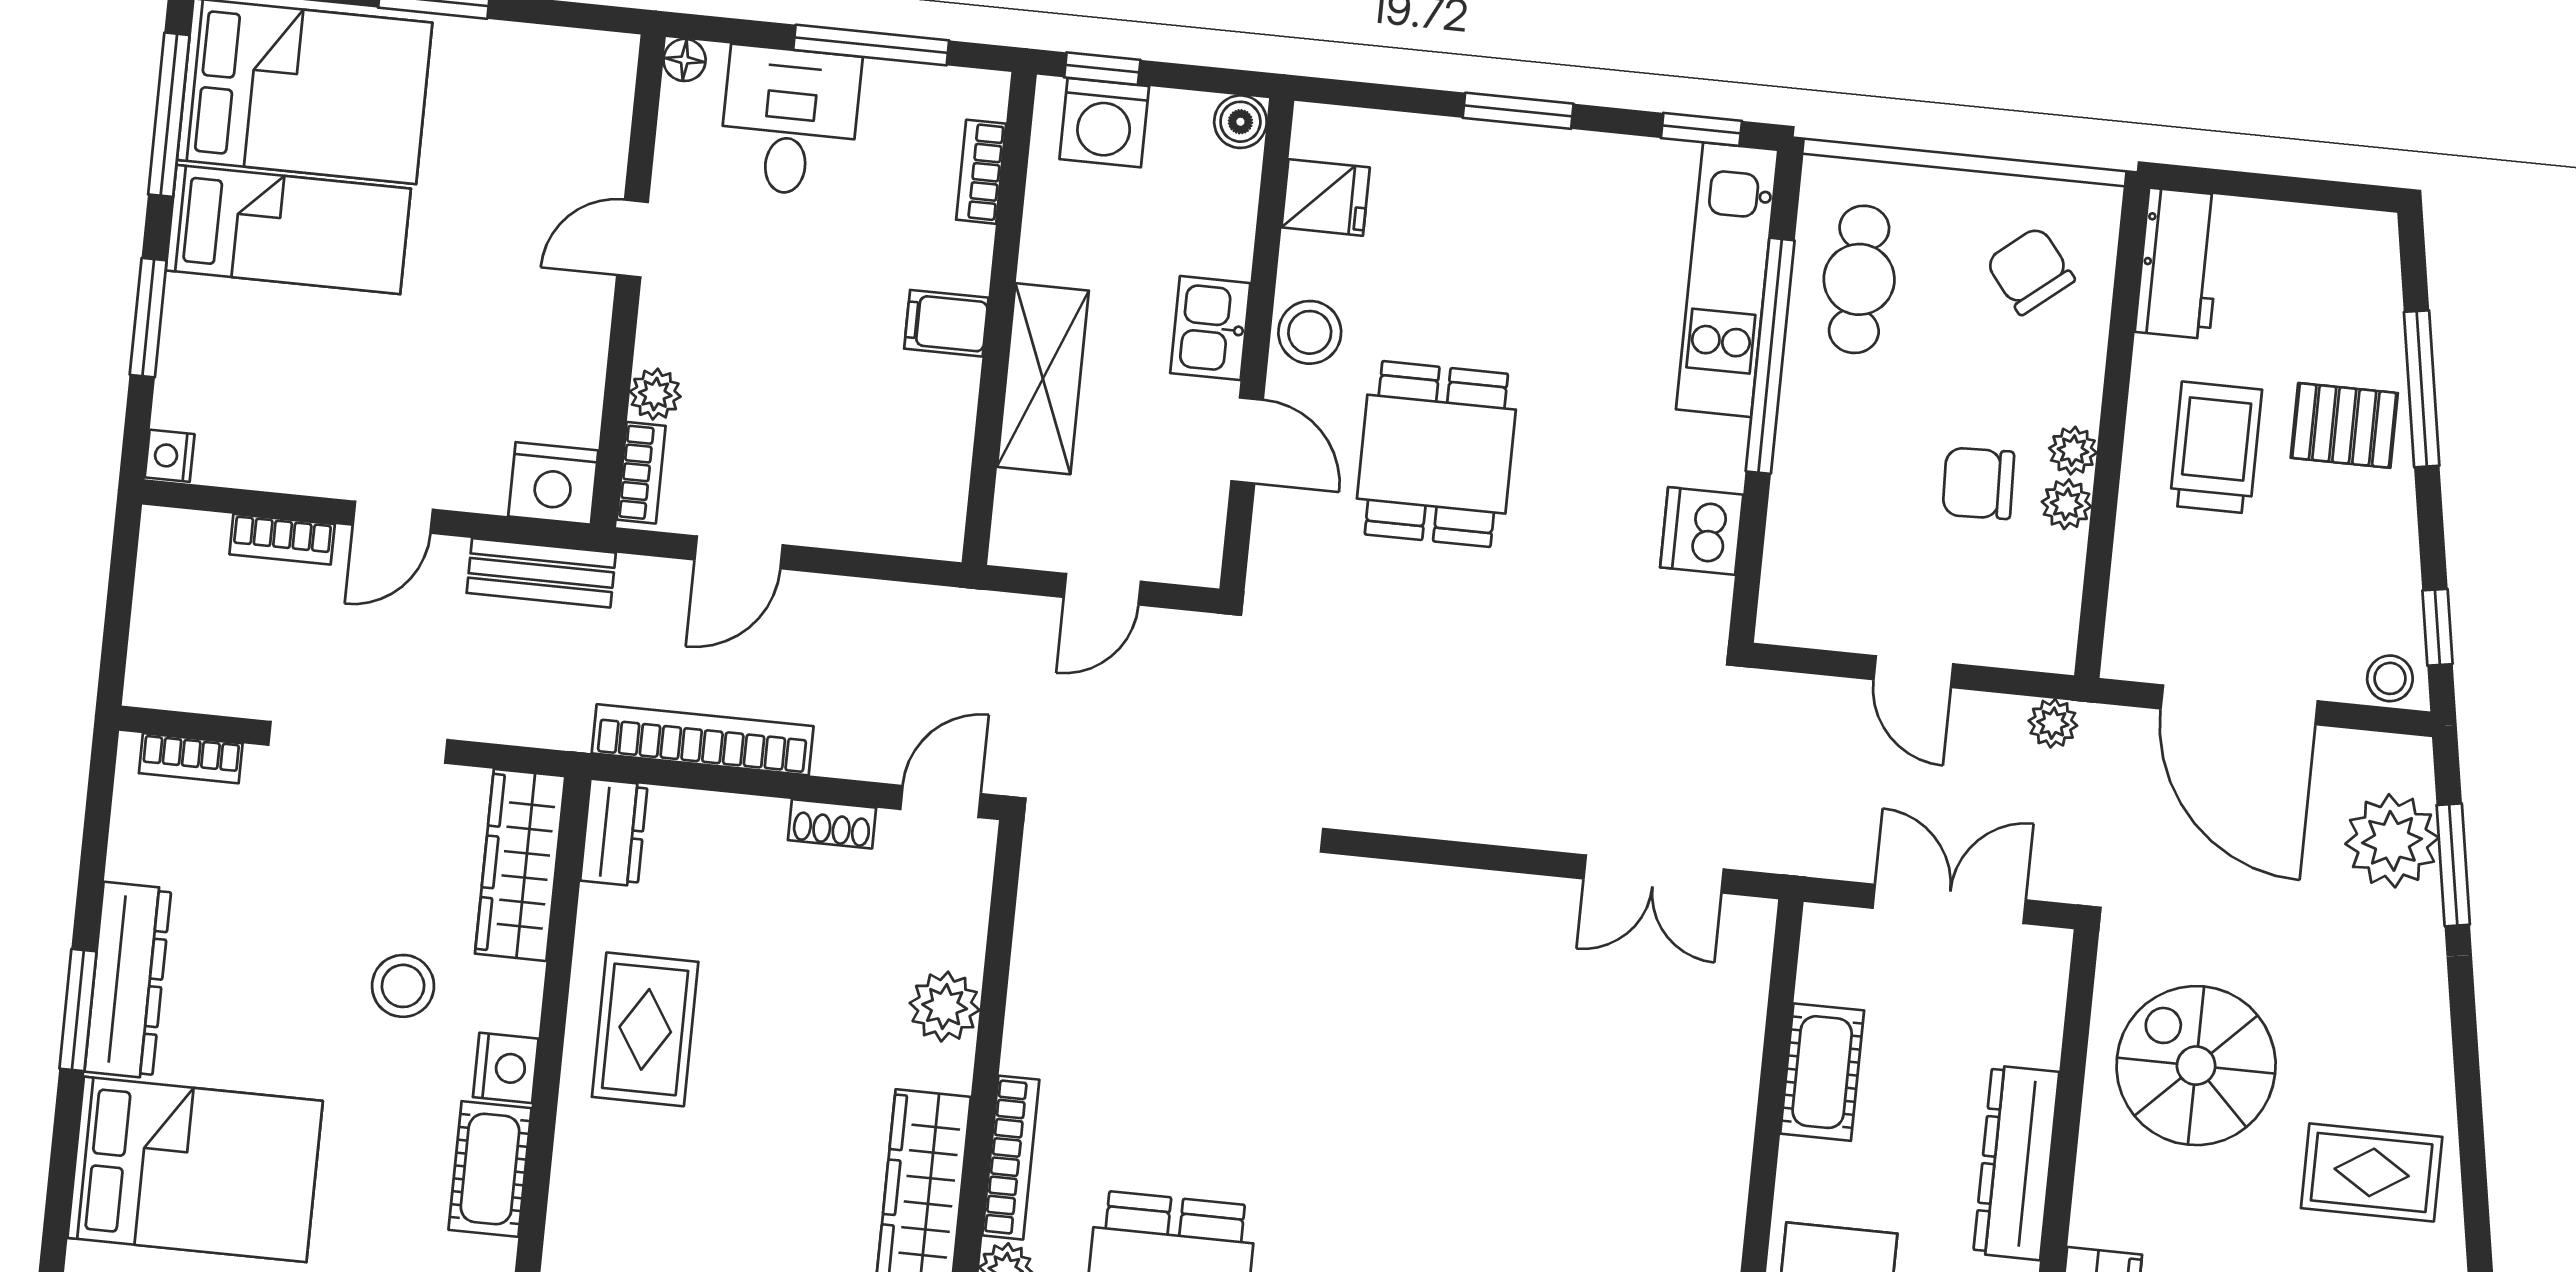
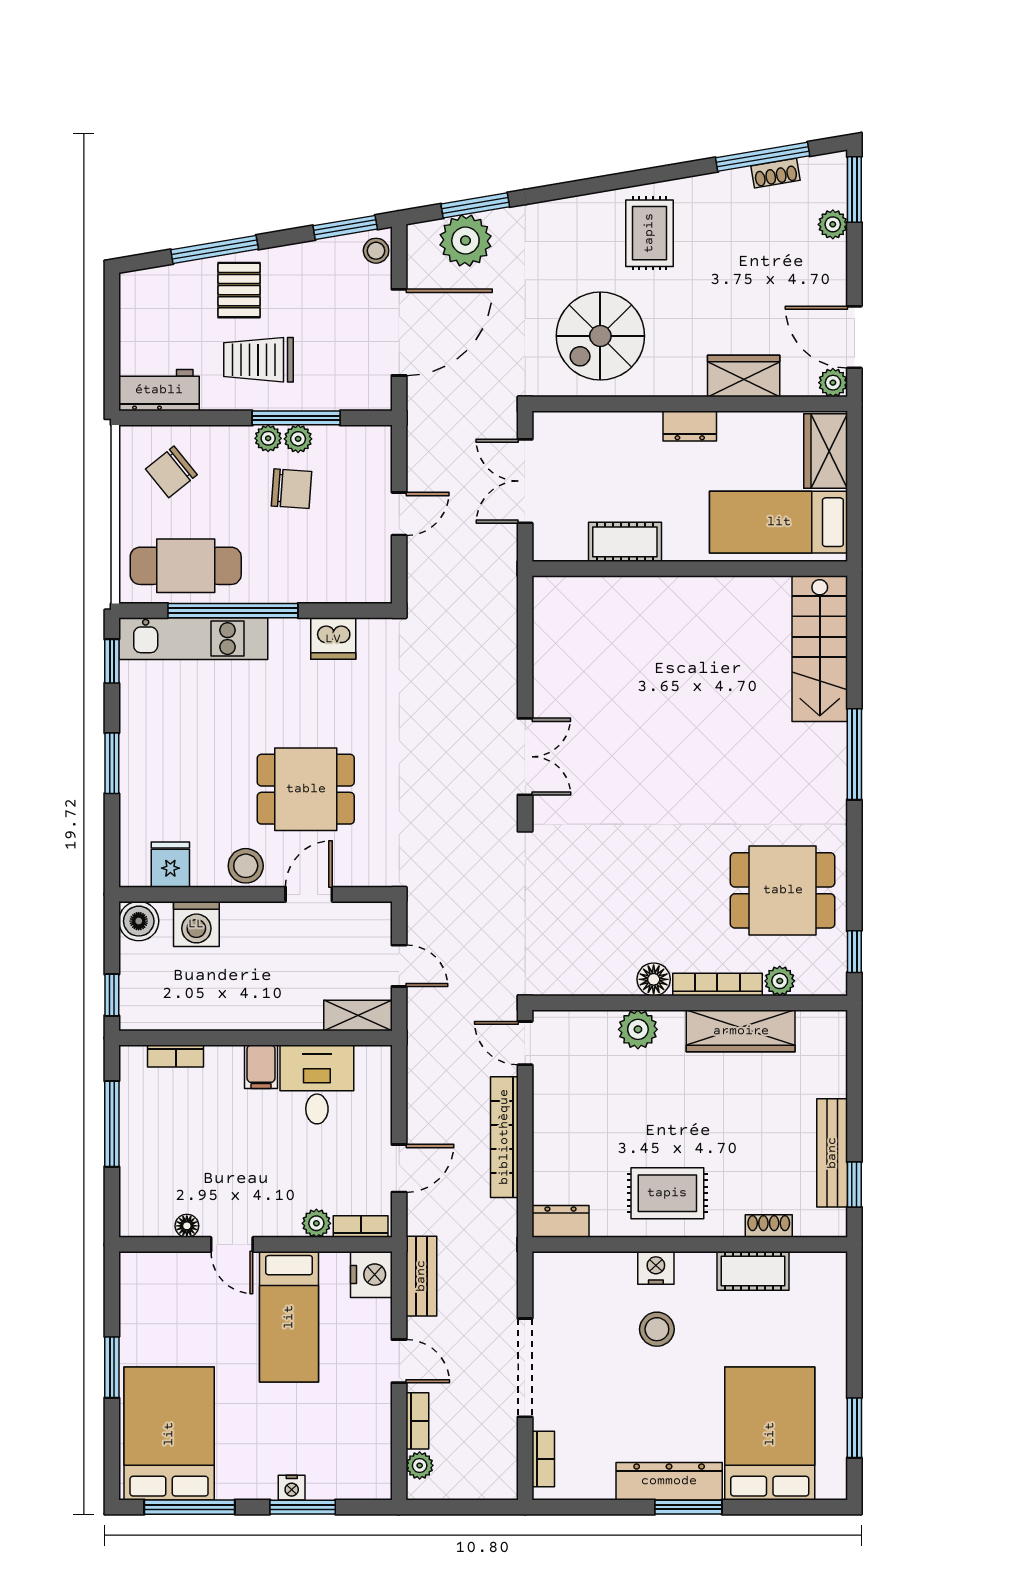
floor lamp: (685, 60) -> (187, 1226), moved
desk: (790, 121) -> (317, 1084), moved, turned 90
boiler: (1240, 122) -> (139, 921), width x1.36, depth x1.36
washing machine: (1104, 123) -> (196, 924), moved, turned 90
bed: (288, 230) -> (289, 1317), moved, turned 180
cafe table: (1859, 279) -> (186, 566), width x1.37, depth x1.35
kitchen sink: (1210, 328) -> (249, 921), removed
shelving: (1043, 379) -> (358, 1015), moved, width x0.67, depth x0.75
nightstand: (170, 456) -> (292, 1488), moved
chair: (1978, 483) -> (291, 489), turned -84
window: (2104, 505) -> (296, 418), added
door: (739, 552) -> (399, 1168), hinge flipped
window: (2437, 627) -> (345, 227), width x1.50
plant: (2053, 723) -> (420, 1465), moved
bookcase: (703, 740) -> (504, 1137), moved
shoe rack: (832, 824) -> (769, 1226), moved, turned -90
wardrobe: (520, 865) -> (584, 1271), removed
double door: (1654, 874) -> (525, 757), moved
floor lamp: (1032, 1044) -> (654, 979), added
nightstand: (506, 1068) -> (656, 1268), moved
dresser: (2016, 1163) -> (690, 426), width x0.51, depth x0.80

